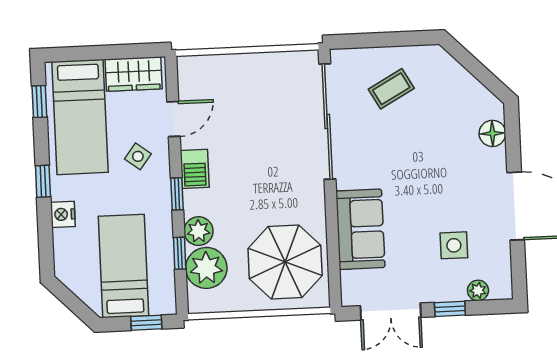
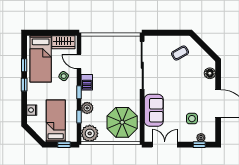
coffee table: (391, 89) -> (180, 53), moved
window: (39, 102) -> (24, 65), moved
door: (174, 119) -> (79, 61), swing flipped
nightstand: (63, 214) -> (32, 110), moved
plant: (206, 268) -> (90, 133), moved
window: (450, 309) -> (199, 145), moved
double door: (391, 312) -> (165, 145), swing flipped

